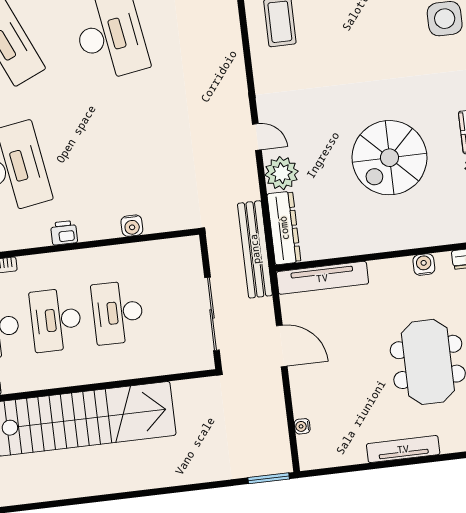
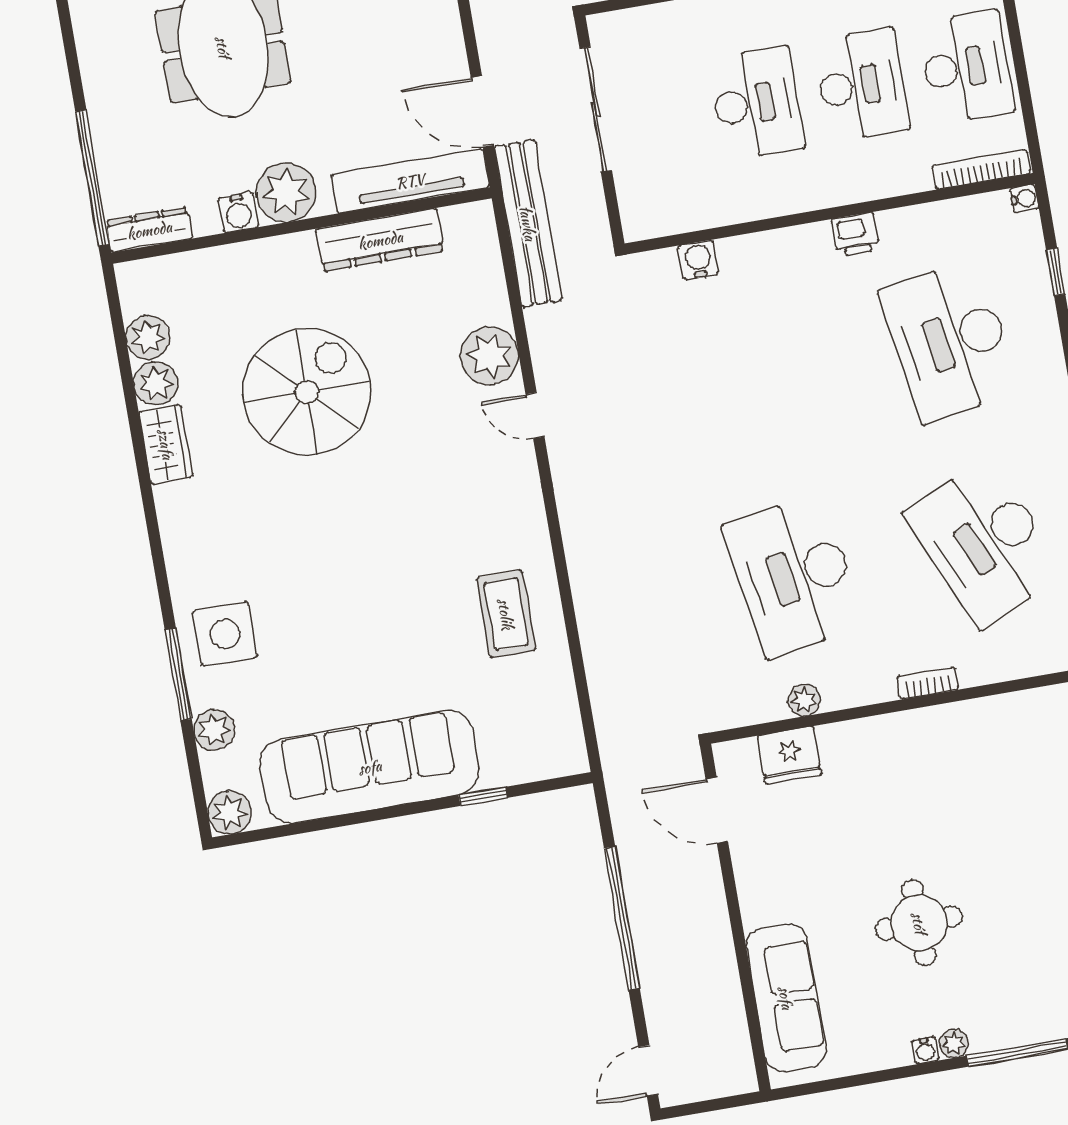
water cooler: (132, 226) -> (698, 260), moved
dresser: (284, 228) -> (380, 240), moved, turned -90
plant: (395, 275) -> (286, 192), added
door: (282, 346) -> (482, 111), moved

